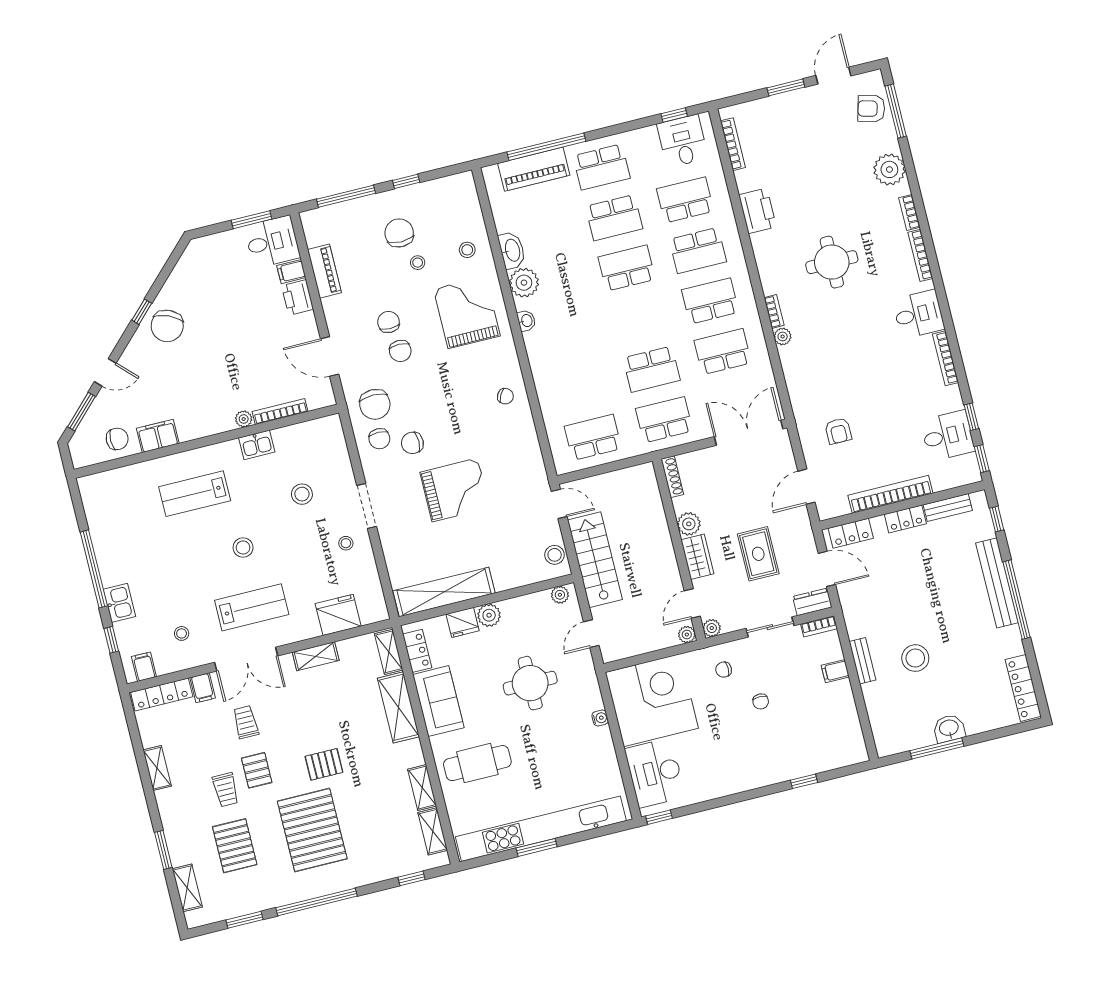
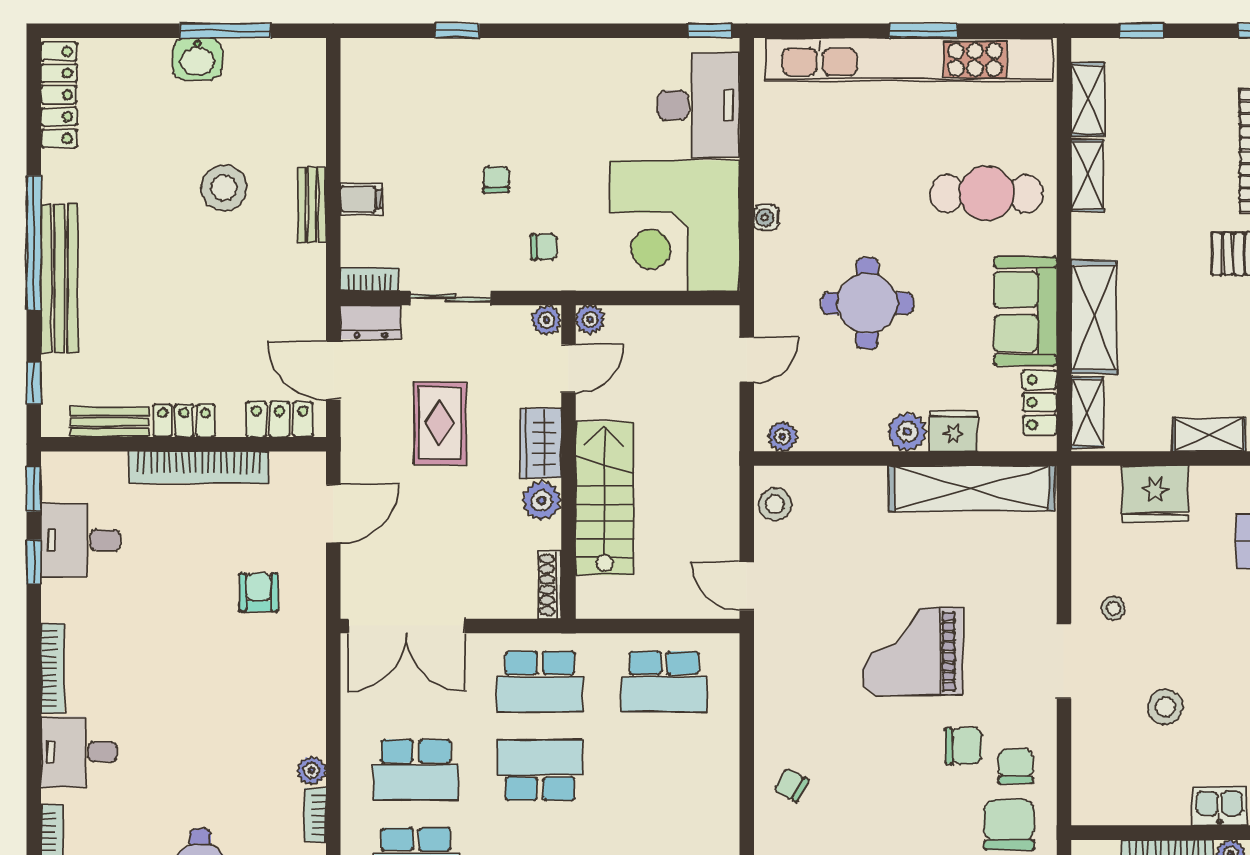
stairs: (595, 560) -> (605, 498), moved, turned 180

